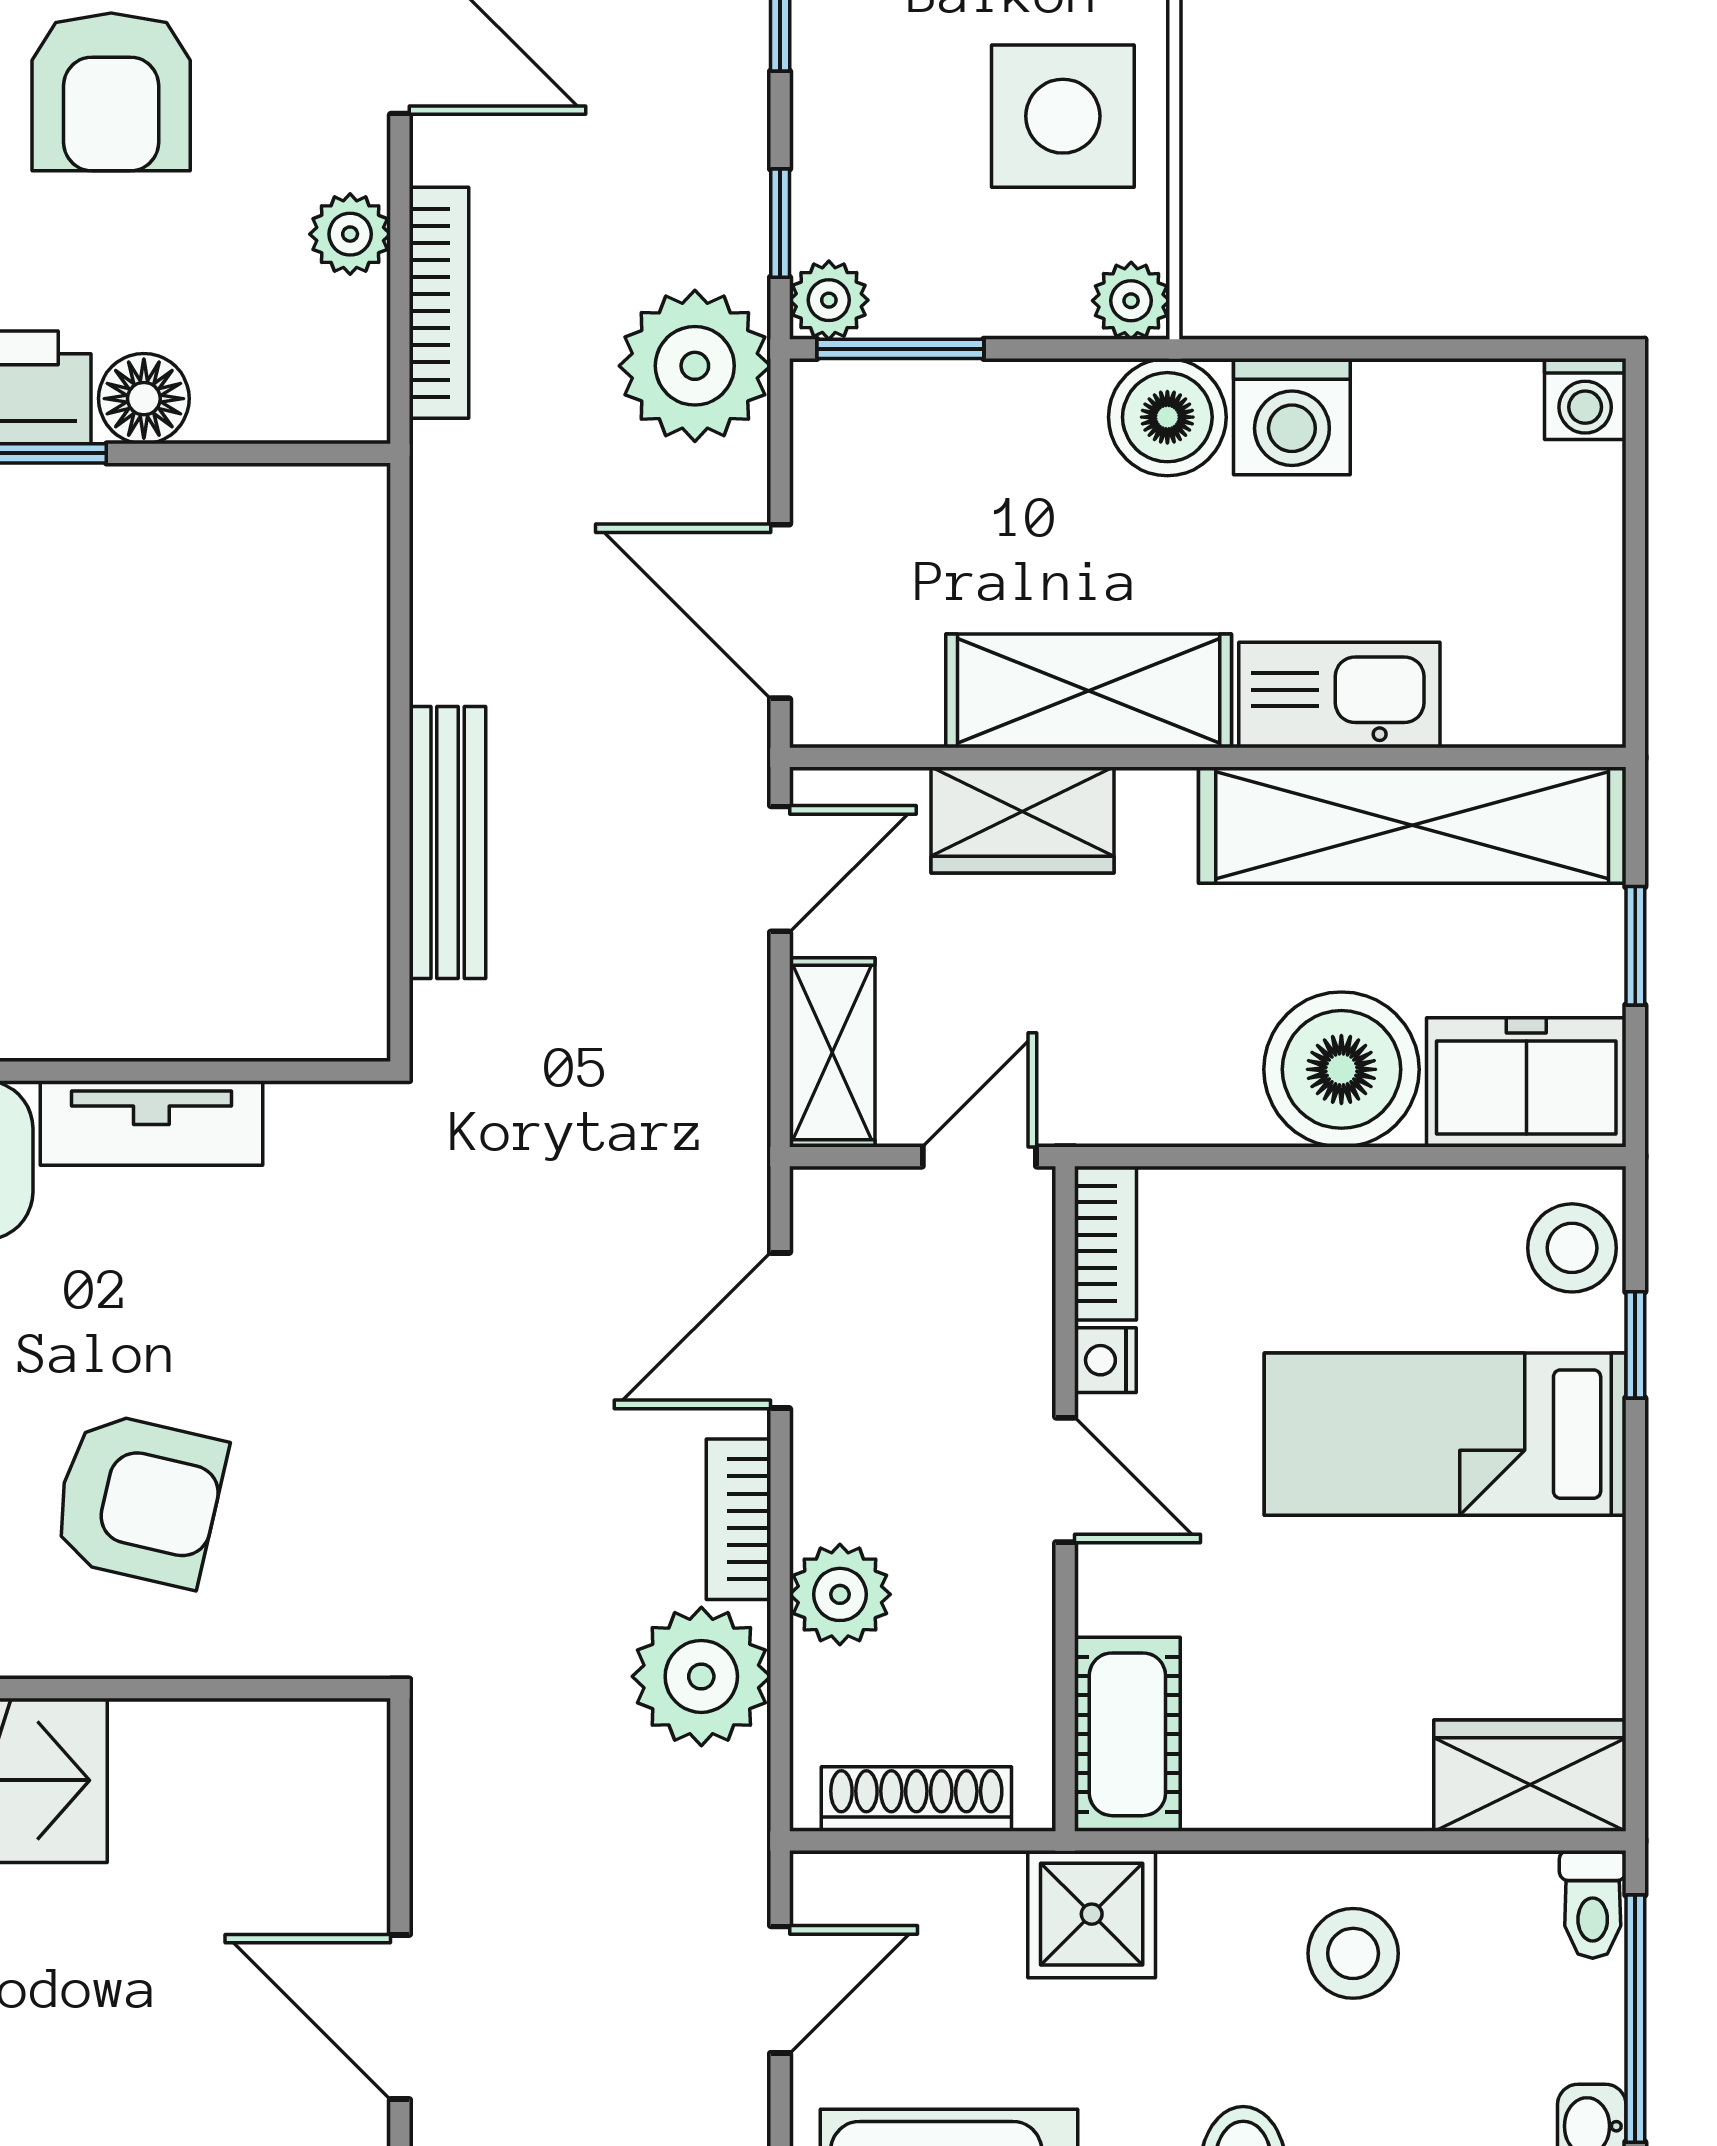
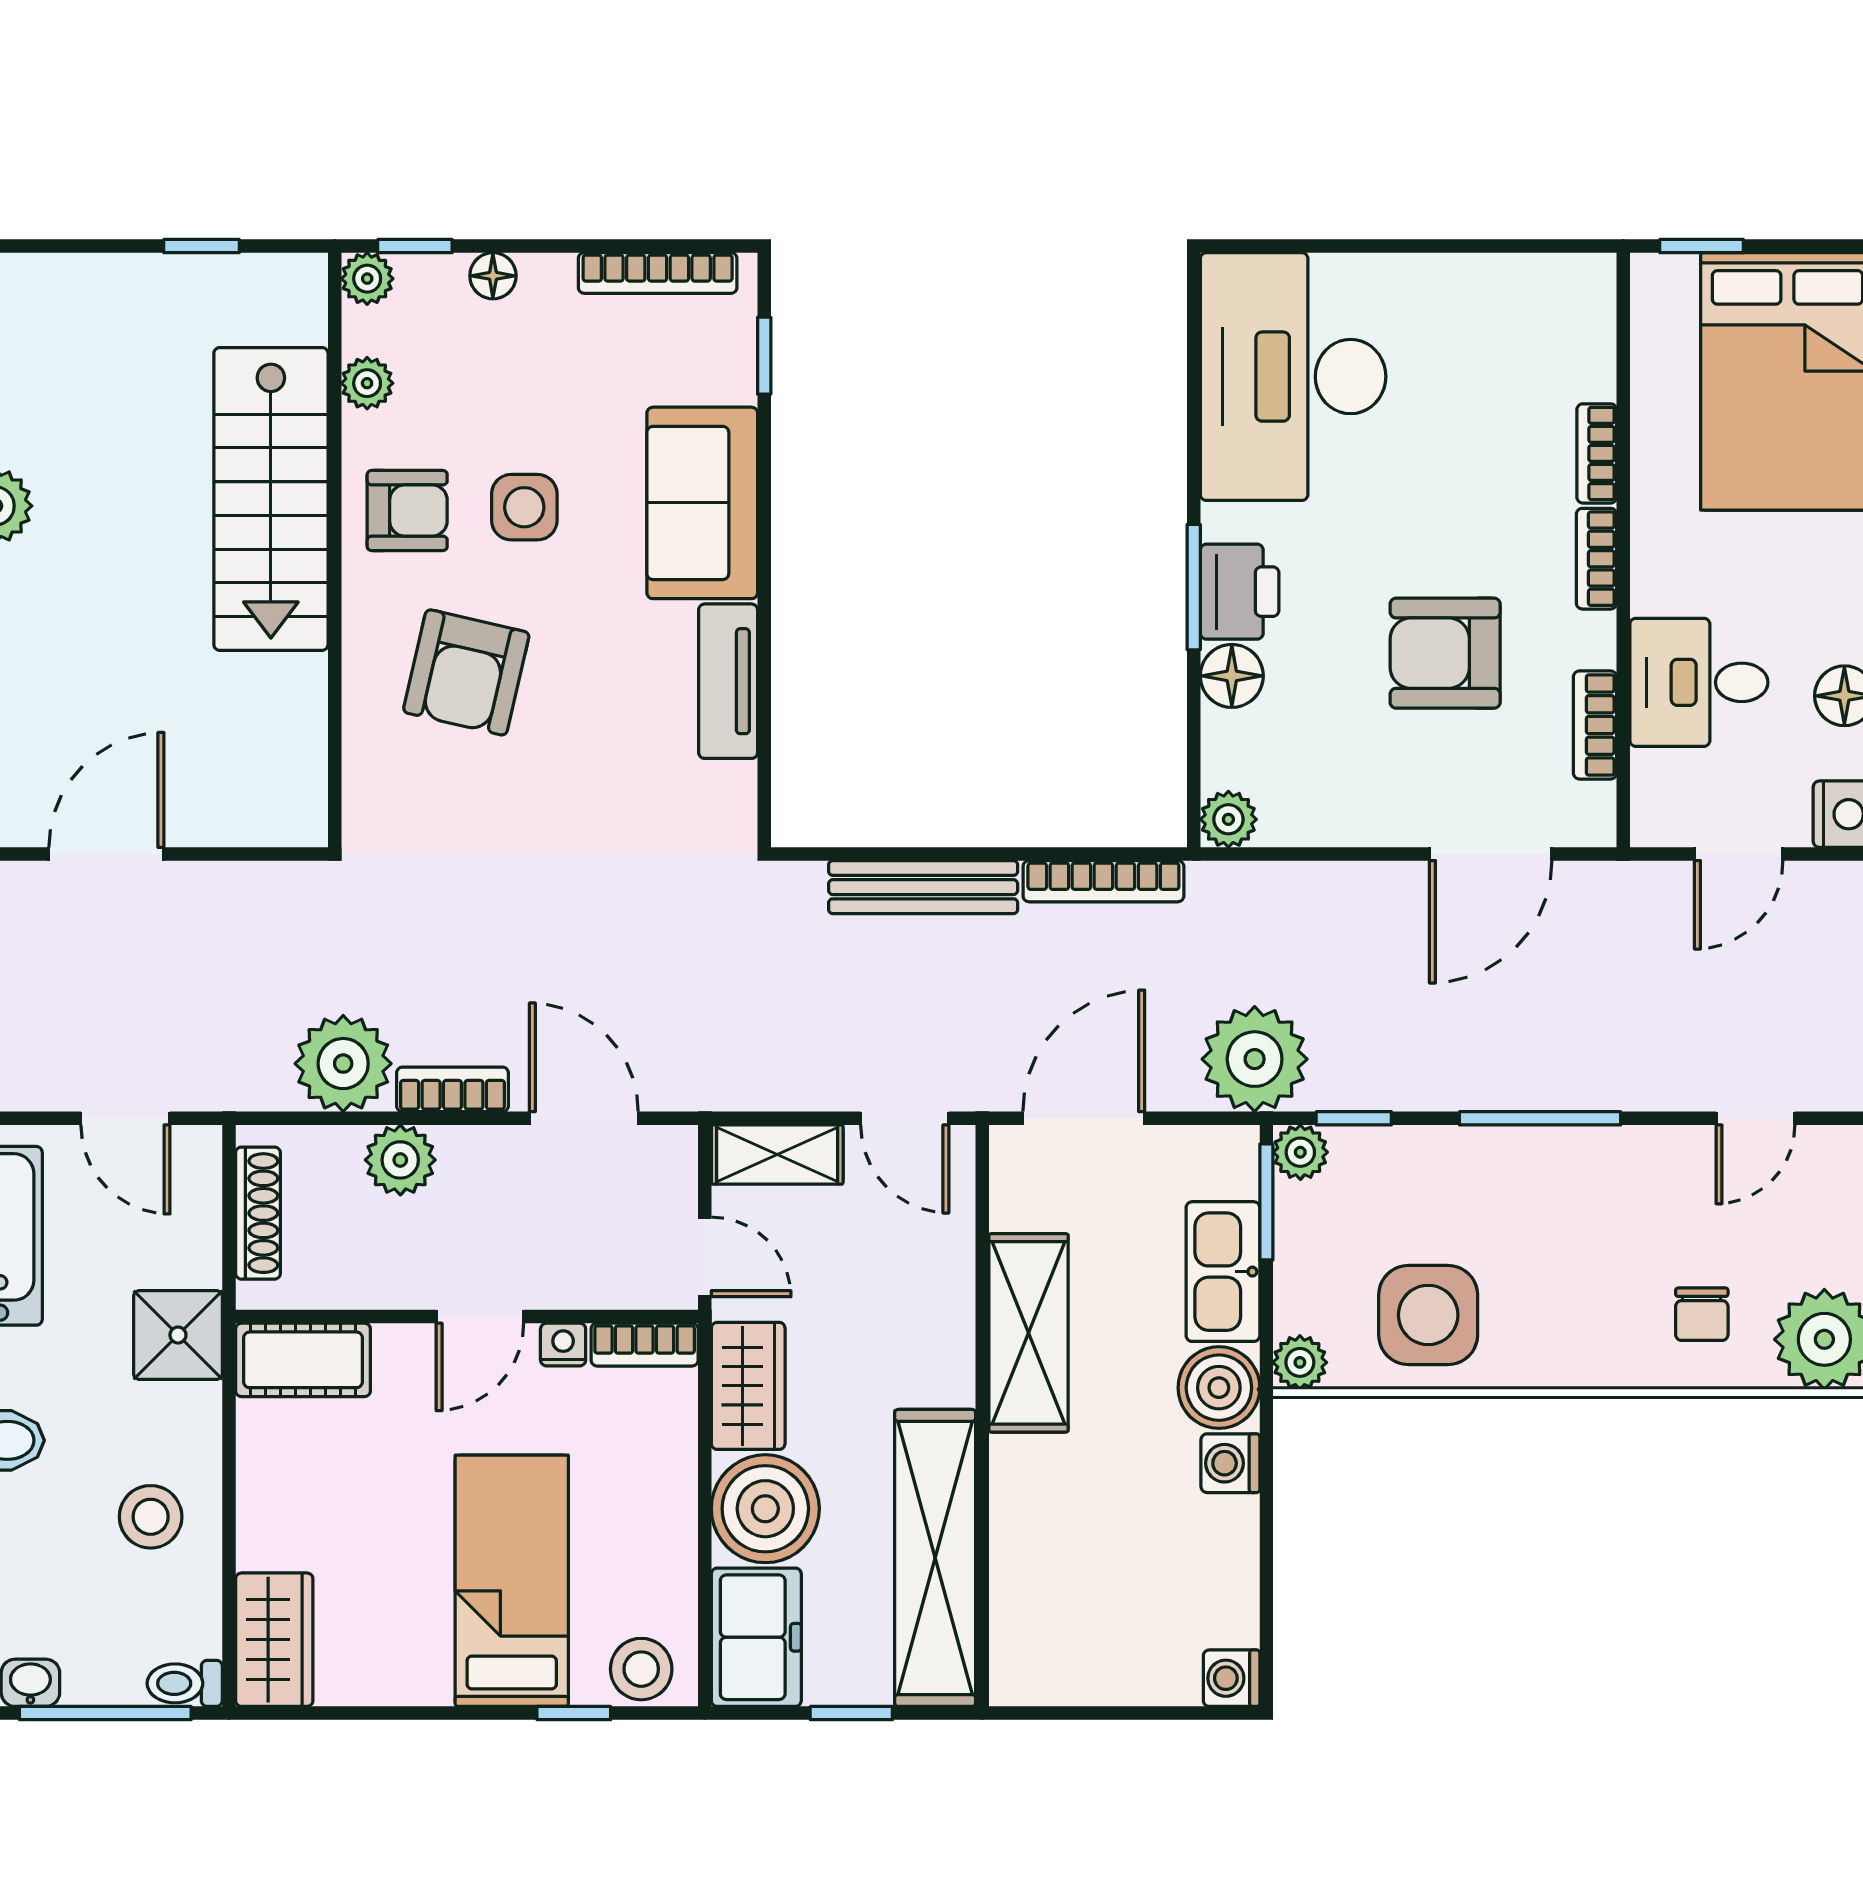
plant: (350, 234) -> (1228, 819), moved
bookcase: (439, 303) -> (1103, 881), moved
washing machine: (1292, 417) -> (1230, 1463), width x0.73, depth x0.73
kitchen sink: (1339, 695) -> (1223, 1272), moved, turned 180
wardrobe: (1023, 820) -> (748, 1386), moved, turned 180

